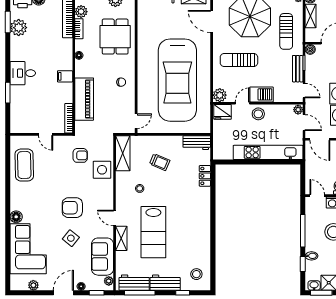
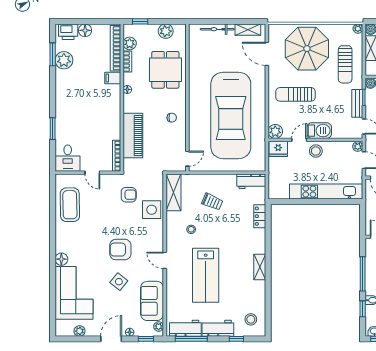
desk: (23, 73) -> (68, 158), moved, turned -90
filing cabinet: (65, 76) -> (113, 78), moved
shelving: (121, 238) -> (260, 267), moved

